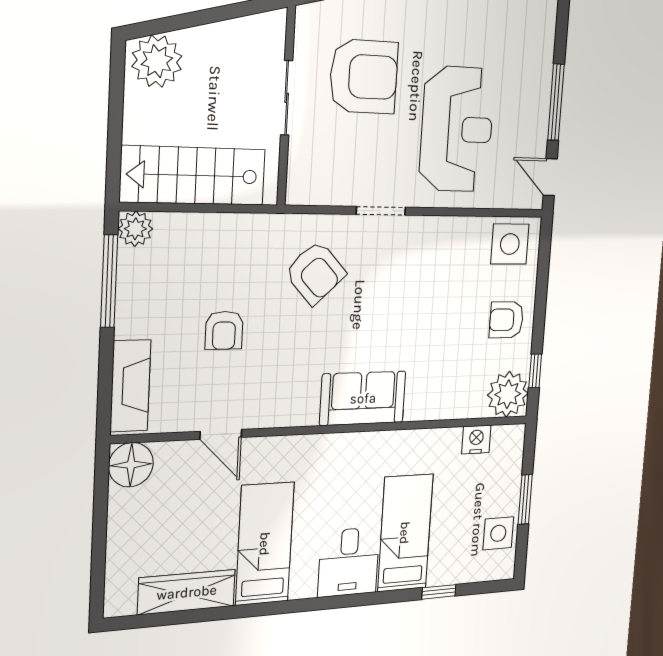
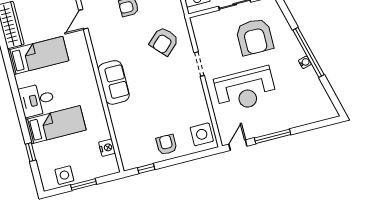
plant: (508, 394) -> (132, 157), removed

